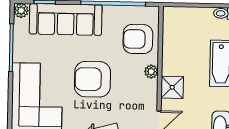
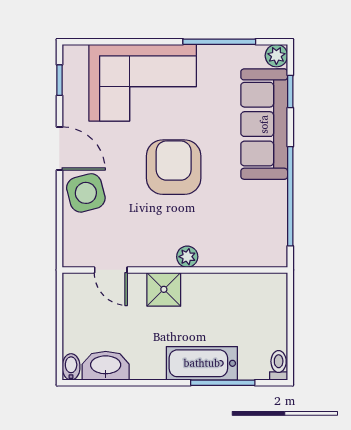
armchair: (138, 39) -> (237, 235), removed

